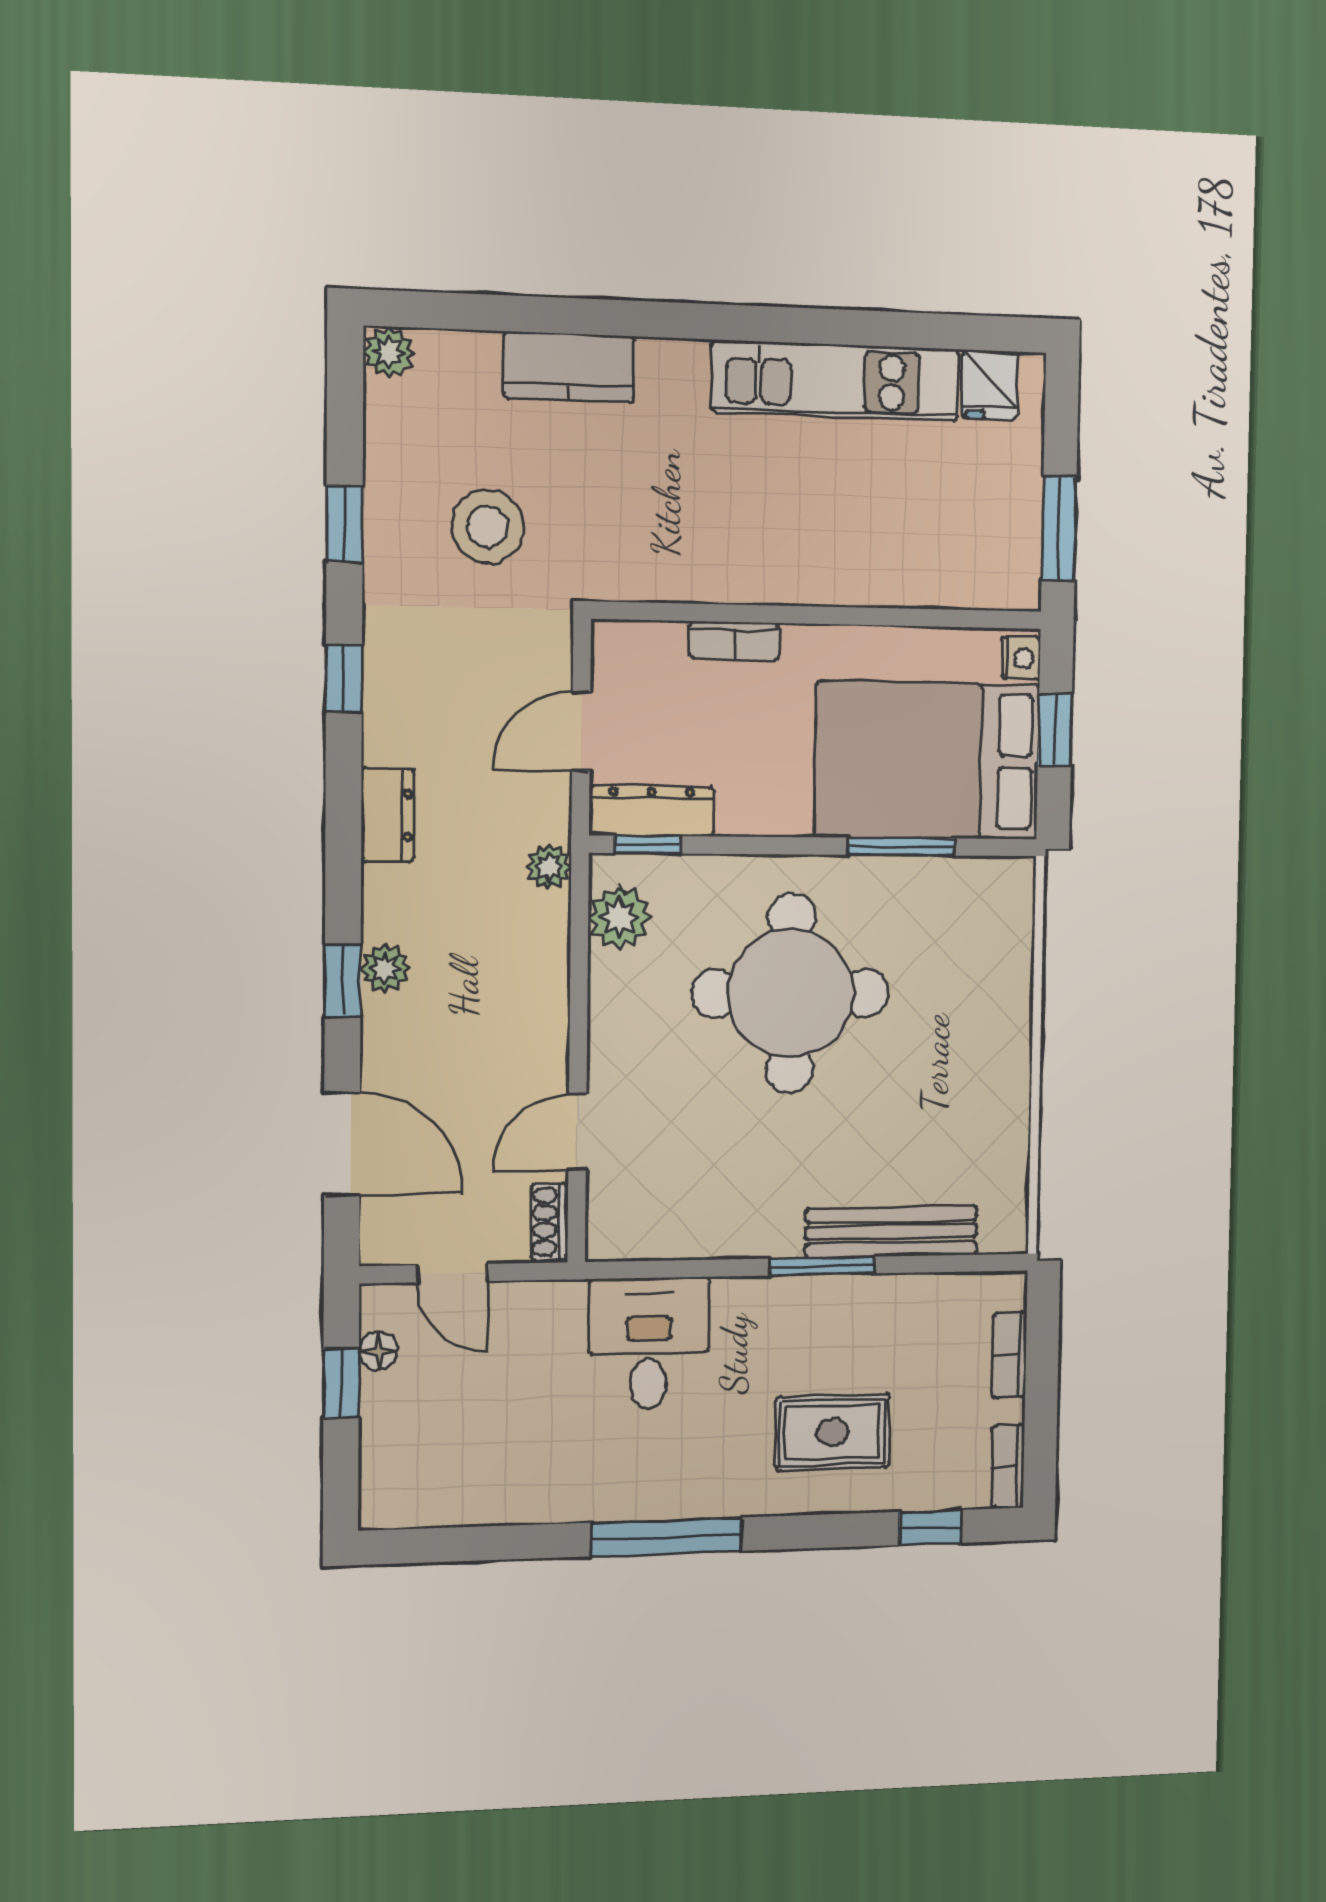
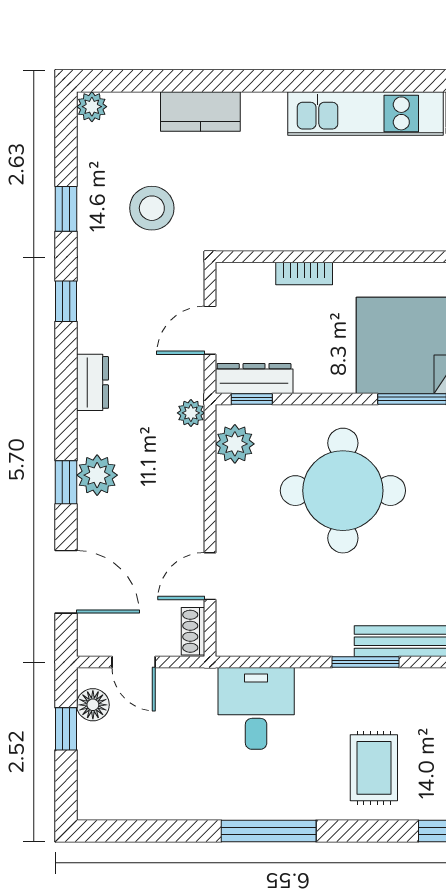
plant: (385, 968) -> (97, 475), width x1.38, depth x1.38
floor lamp: (378, 1351) -> (93, 705), width x1.37, depth x1.37
rug: (832, 1432) -> (374, 768), turned 90

